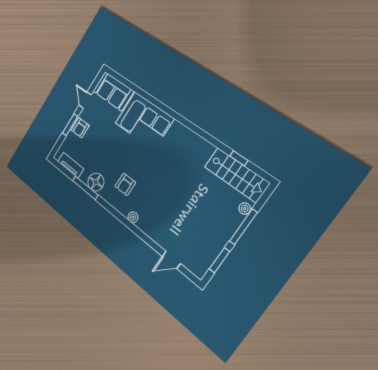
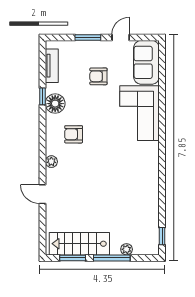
armchair: (80, 128) -> (98, 76), moved
window: (239, 158) -> (162, 236), moved
stairs: (237, 175) -> (79, 244), moved, turned 90
window: (85, 188) -> (42, 96), width x0.46
door: (171, 260) -> (42, 194), moved

